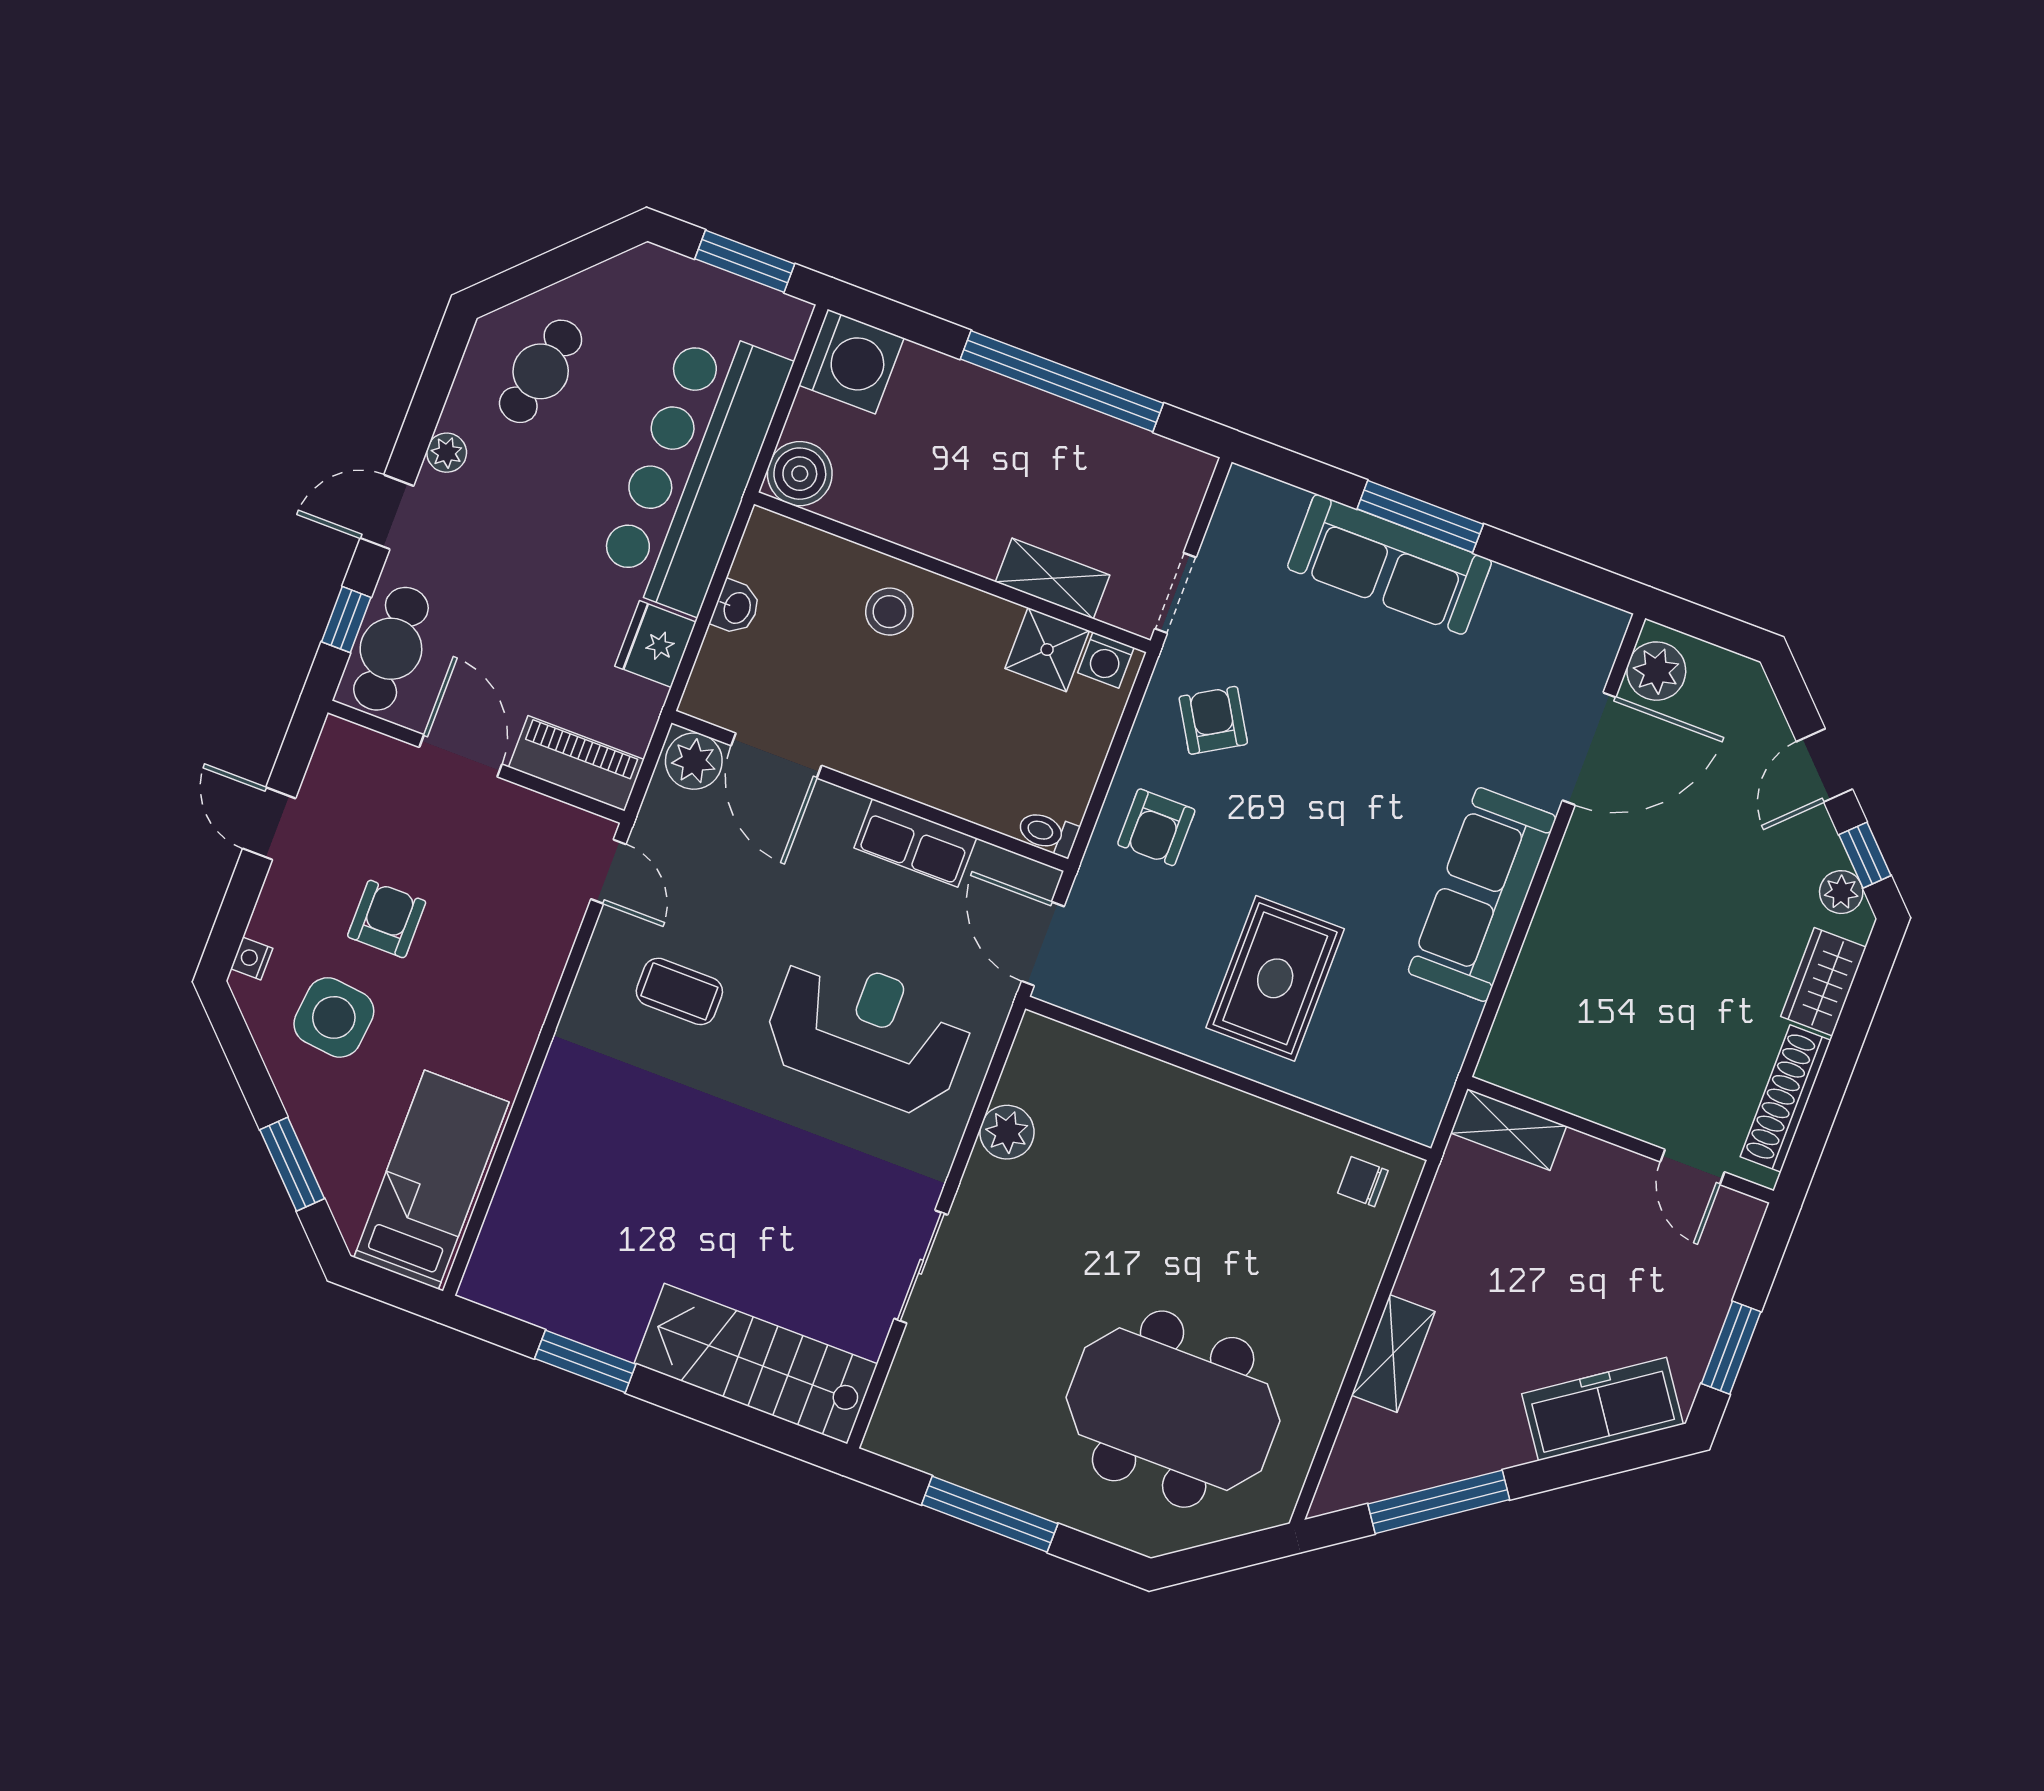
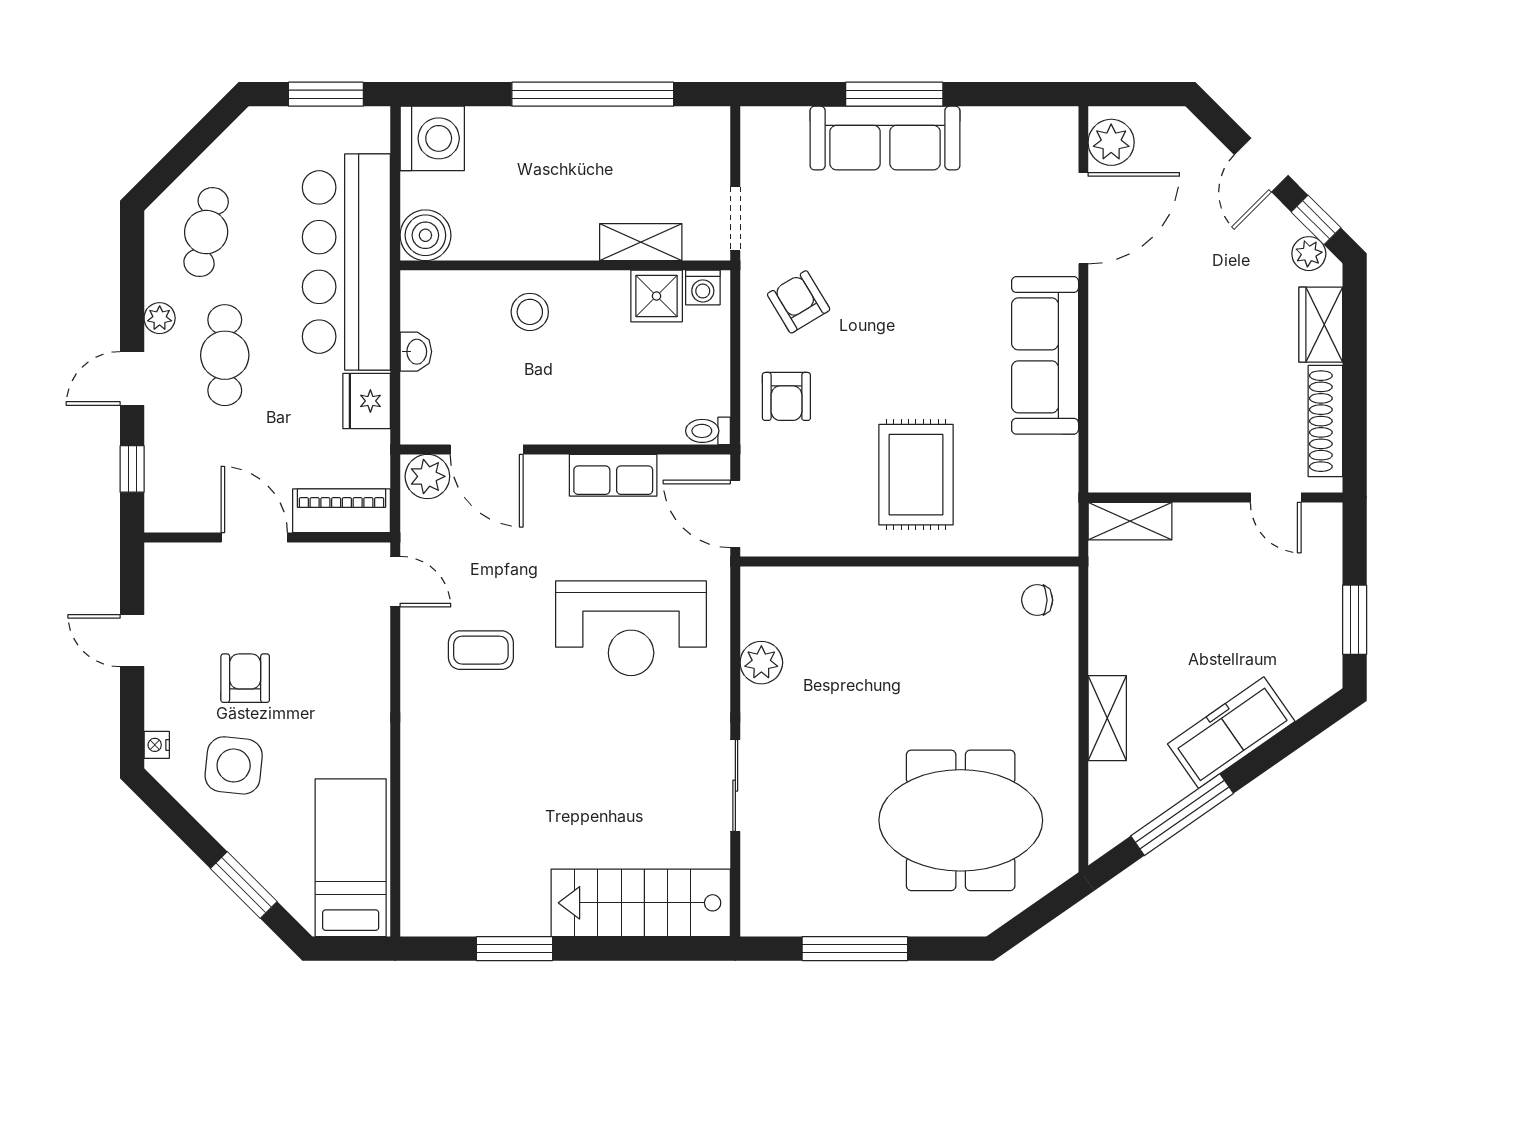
cafe table: (391, 649) -> (225, 355), moved
reception desk: (868, 1033) -> (631, 628), turned 180
freezer: (1602, 1409) -> (1231, 733), moved

